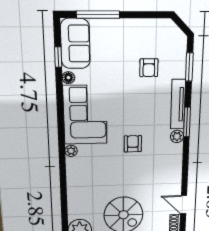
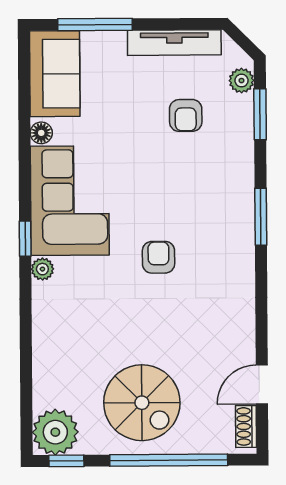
window: (58, 57) -> (25, 239), moved
tv unit: (178, 104) -> (174, 43), moved, turned -90
plant: (177, 136) -> (241, 81), moved
door: (184, 204) -> (262, 385), hinge flipped

